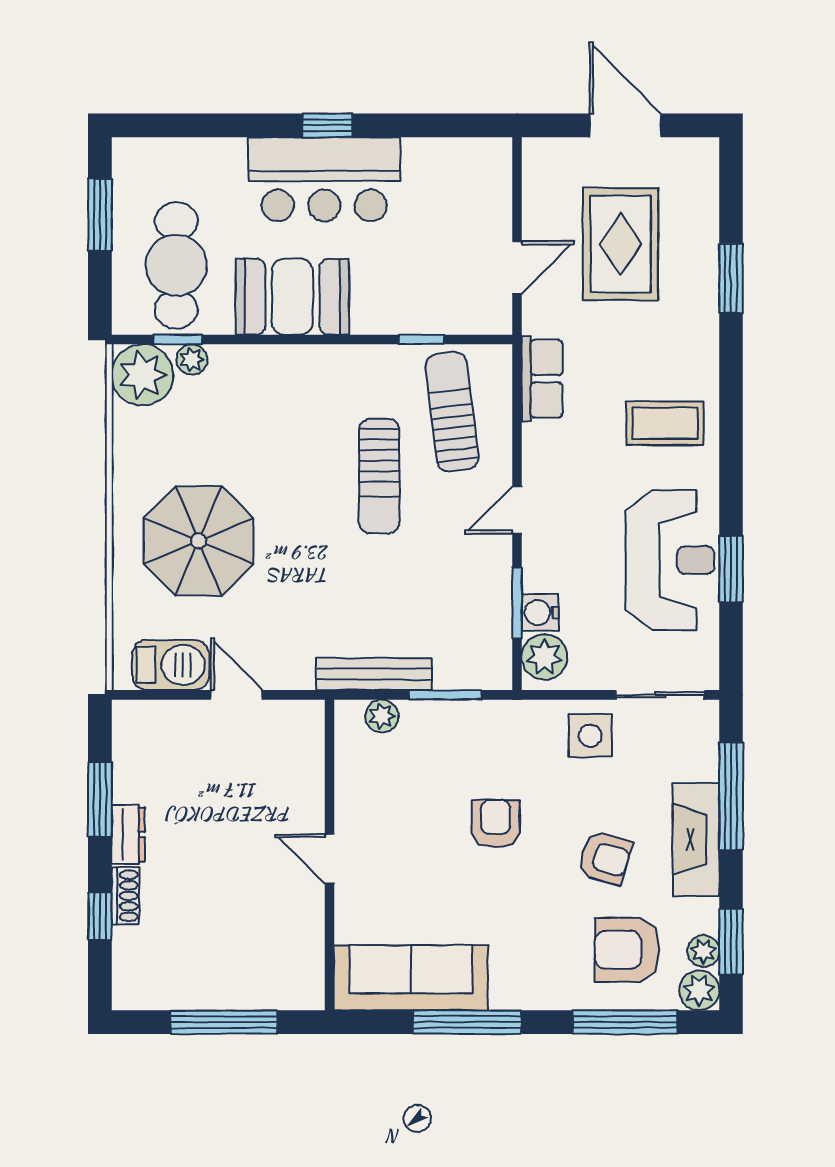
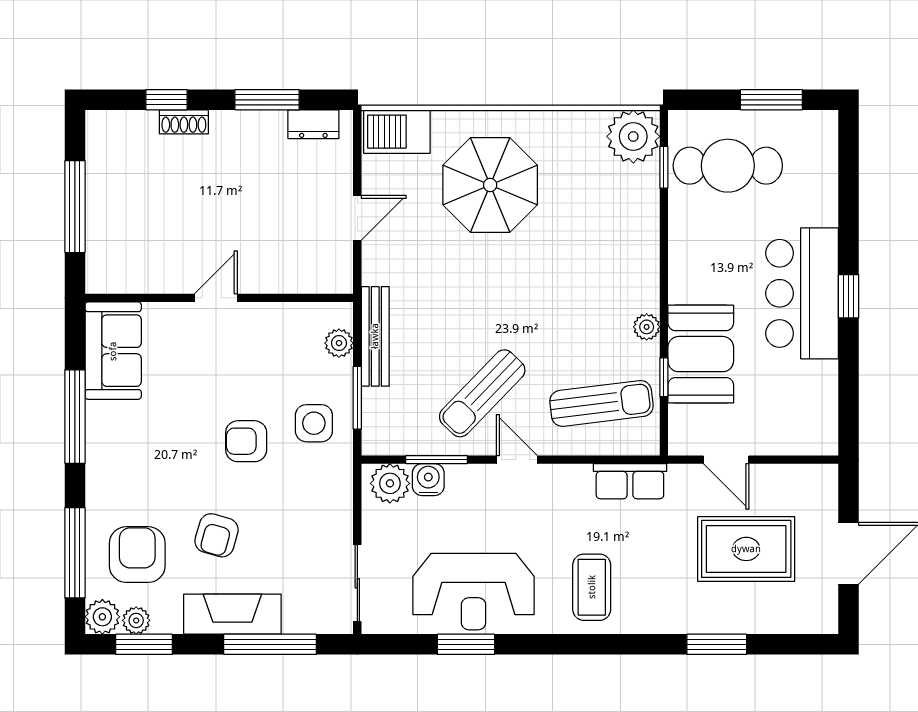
booth: (292, 297) -> (701, 354), moved
plant: (192, 359) -> (647, 327), moved
sun lounger: (379, 476) -> (482, 393), moved, turned -46
barbecue: (171, 665) -> (397, 132), moved, turned 90
side table: (590, 736) -> (314, 423), moved
armchair: (496, 824) -> (246, 441), turned 180
dresser: (128, 835) -> (313, 124), moved
sofa: (411, 978) -> (113, 351), width x0.73

